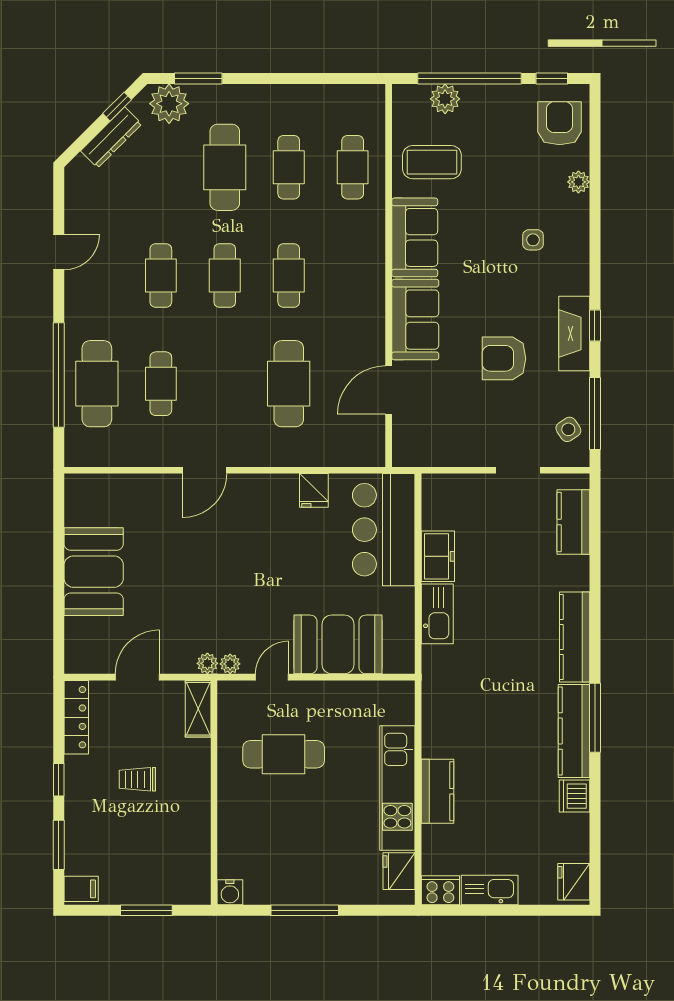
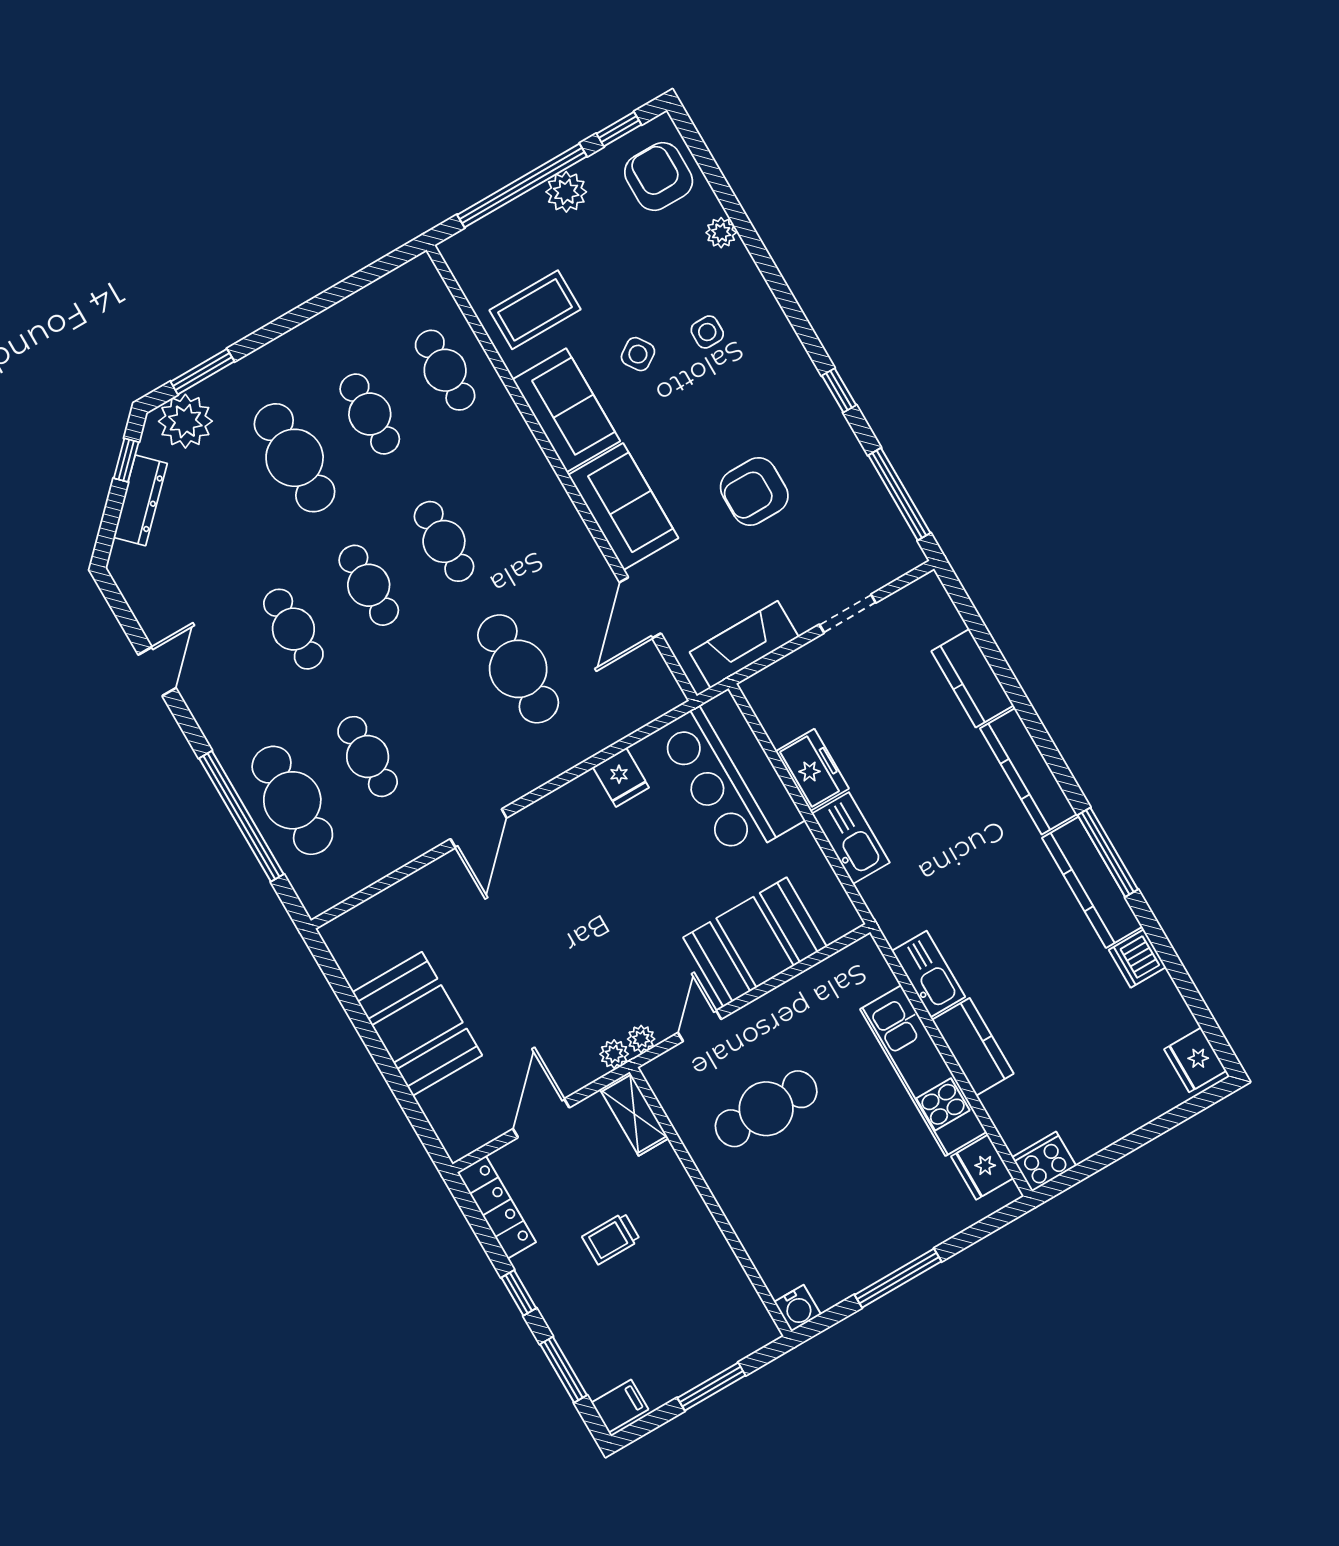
plant: (445, 99) -> (566, 192), moved
fireplace: (574, 333) -> (744, 644), moved, turned 90
side table: (568, 429) -> (638, 354), moved
kitchen counter: (573, 522) -> (972, 678), moved
kitchen sink: (490, 890) -> (928, 974), moved, turned 90

